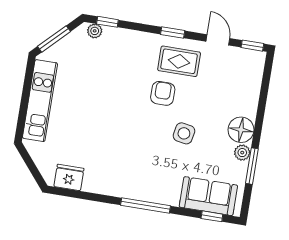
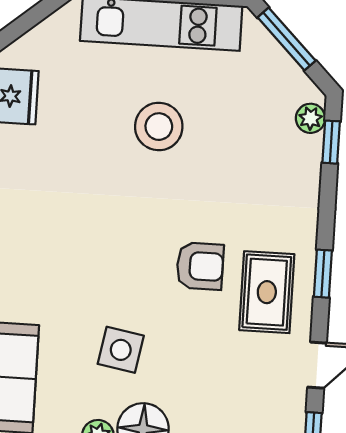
stool: (91, 107) -> (159, 127), added
side table: (184, 133) -> (121, 350), moved

